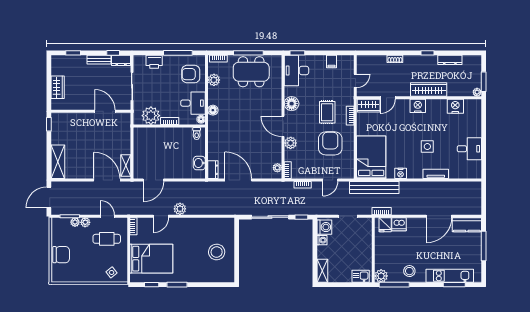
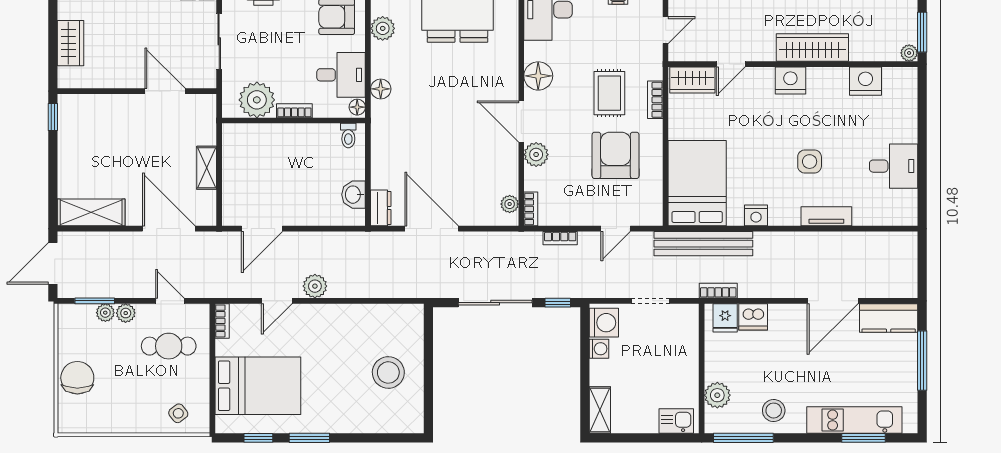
shelving: (58, 162) -> (91, 212), moved, turned 90
shelving: (126, 166) -> (207, 168), moved
chair: (61, 255) -> (77, 378), turned -90
plant: (381, 276) -> (717, 395), moved

